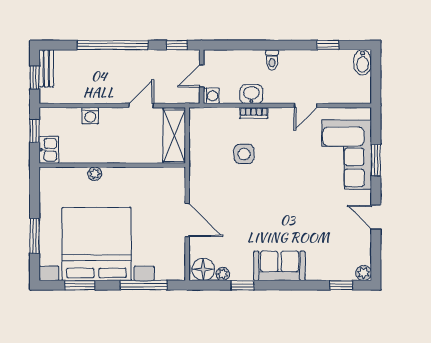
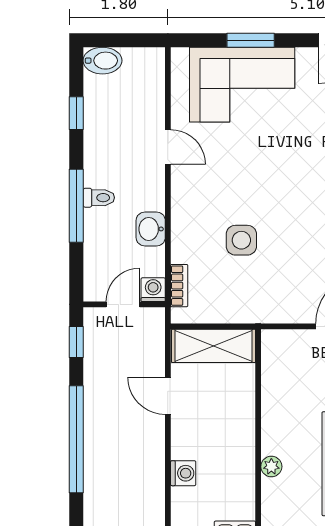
window: (267, 45) -> (76, 206), added
door: (202, 76) -> (123, 304), swing flipped
bookcase: (254, 113) -> (179, 286), moved

